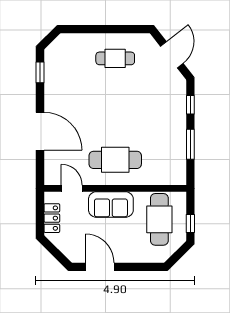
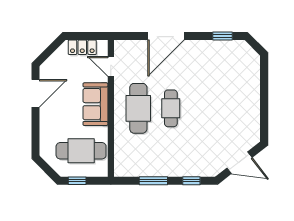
cafe table: (115, 58) -> (171, 108), moved
door: (72, 188) -> (111, 66), swing flipped

